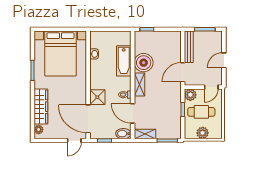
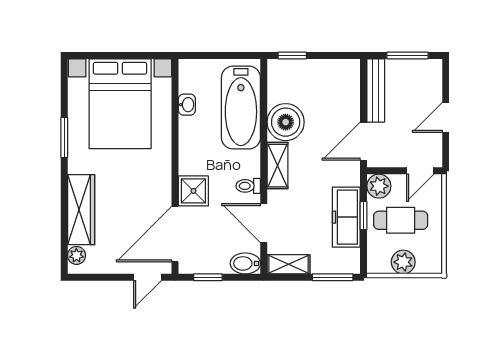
bathtub: (124, 61) -> (241, 108), width x1.36, depth x1.36
freezer: (174, 110) -> (346, 217), added
door: (88, 119) -> (175, 234), hinge flipped

